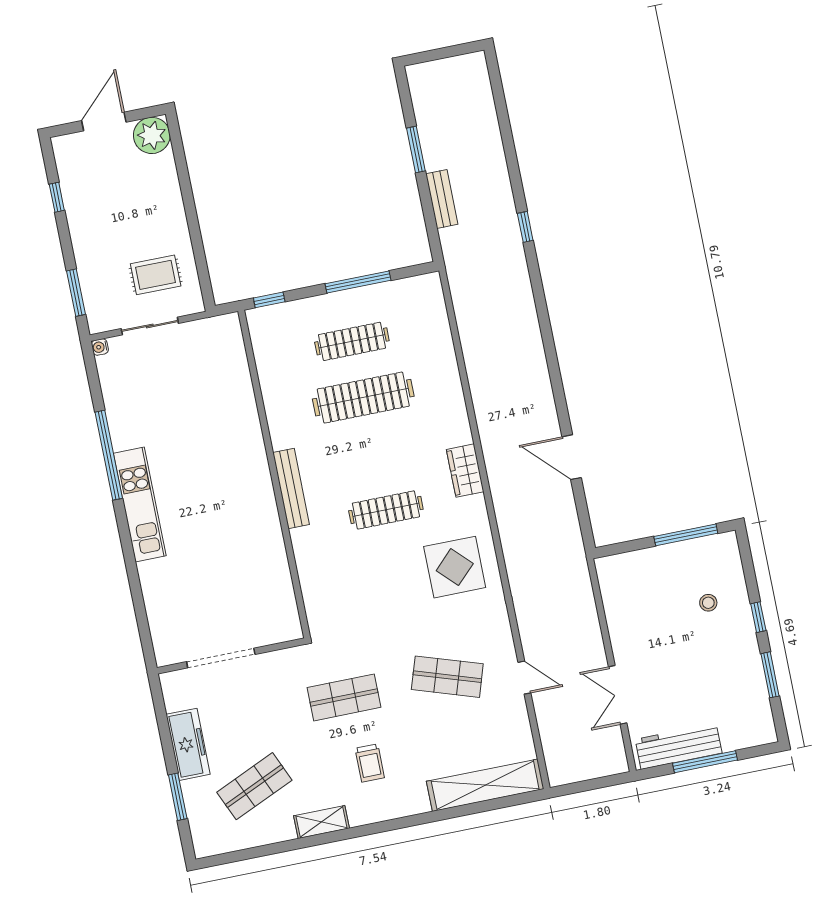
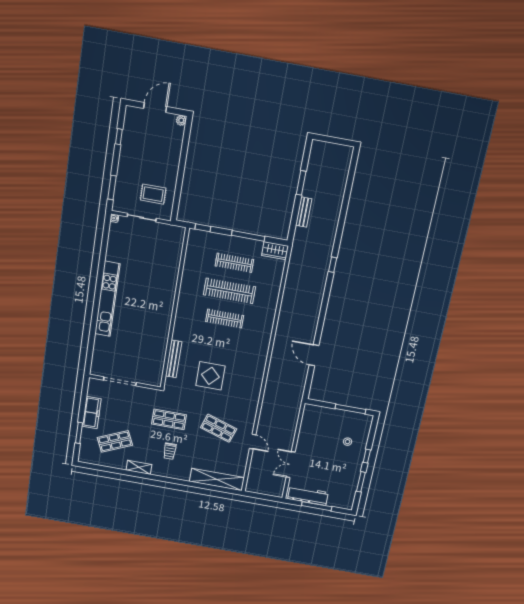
plant: (152, 135) -> (181, 120), width x0.53, depth x0.53
window: (525, 227) -> (333, 265), moved
window: (109, 455) -> (101, 271), removed
wardrobe: (465, 471) -> (275, 251), moved, turned -90
bench: (291, 488) -> (174, 359), moved
kitchen unit: (140, 505) -> (107, 299), width x1.36
clothes rail: (386, 510) -> (225, 318), moved
display table: (455, 567) -> (210, 376), moved

